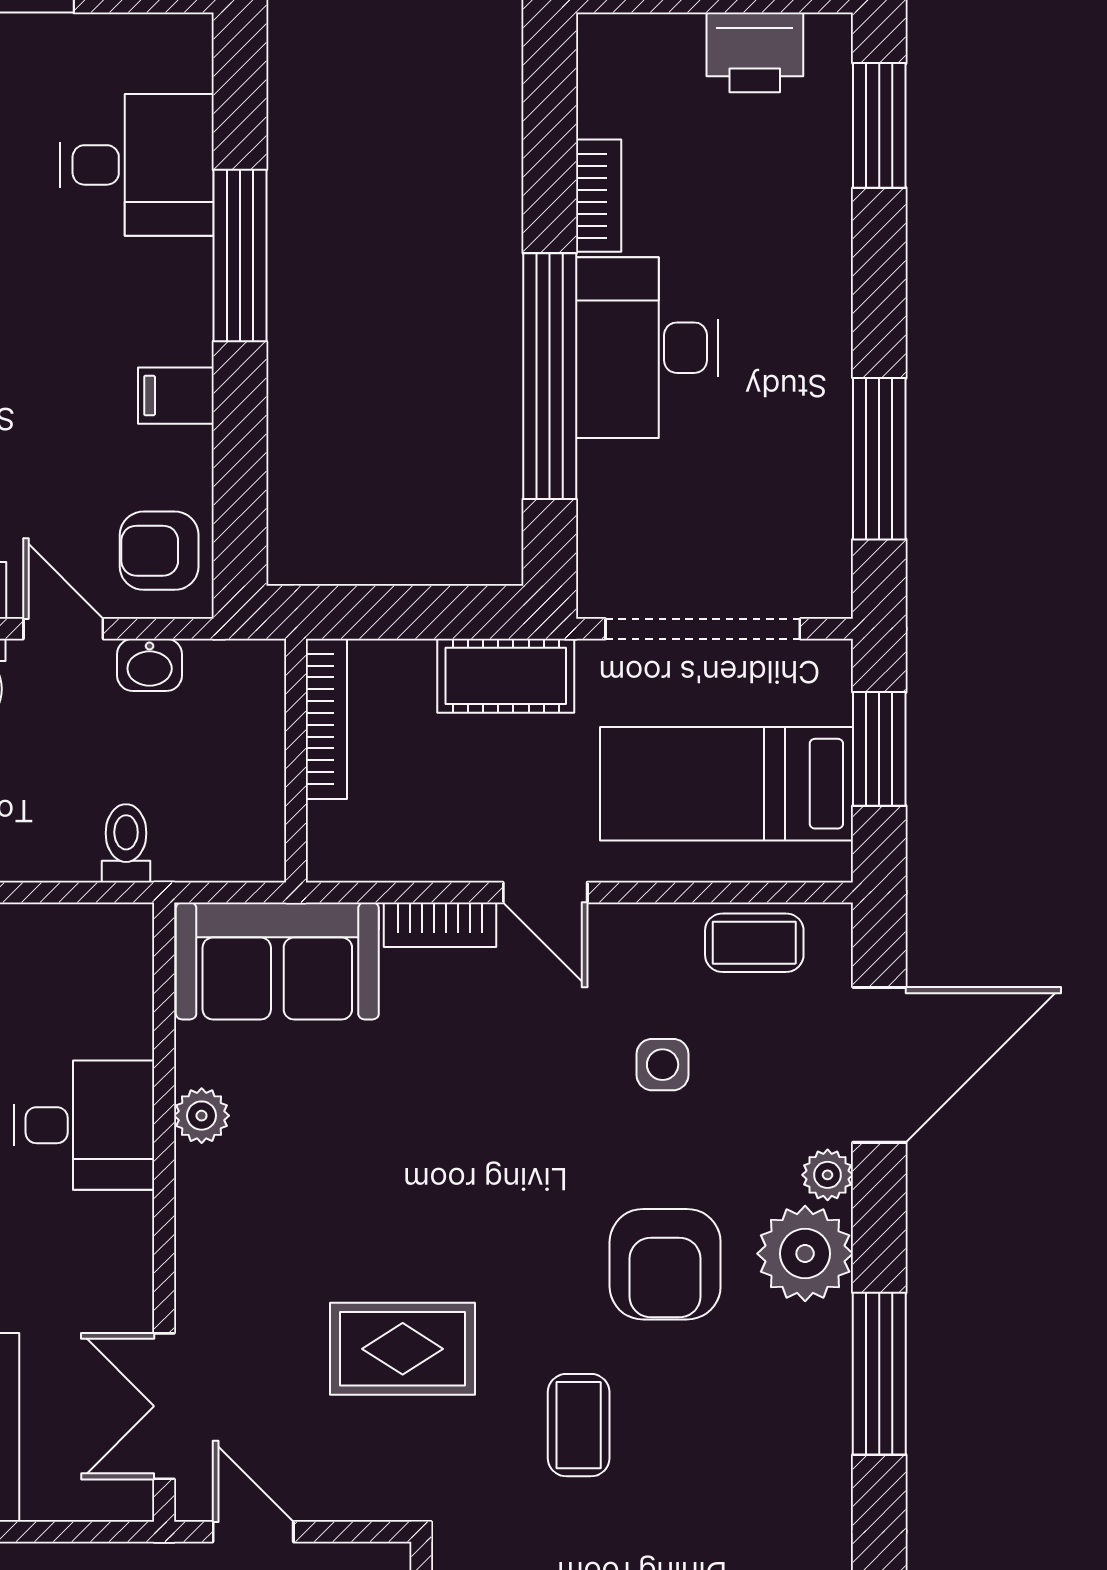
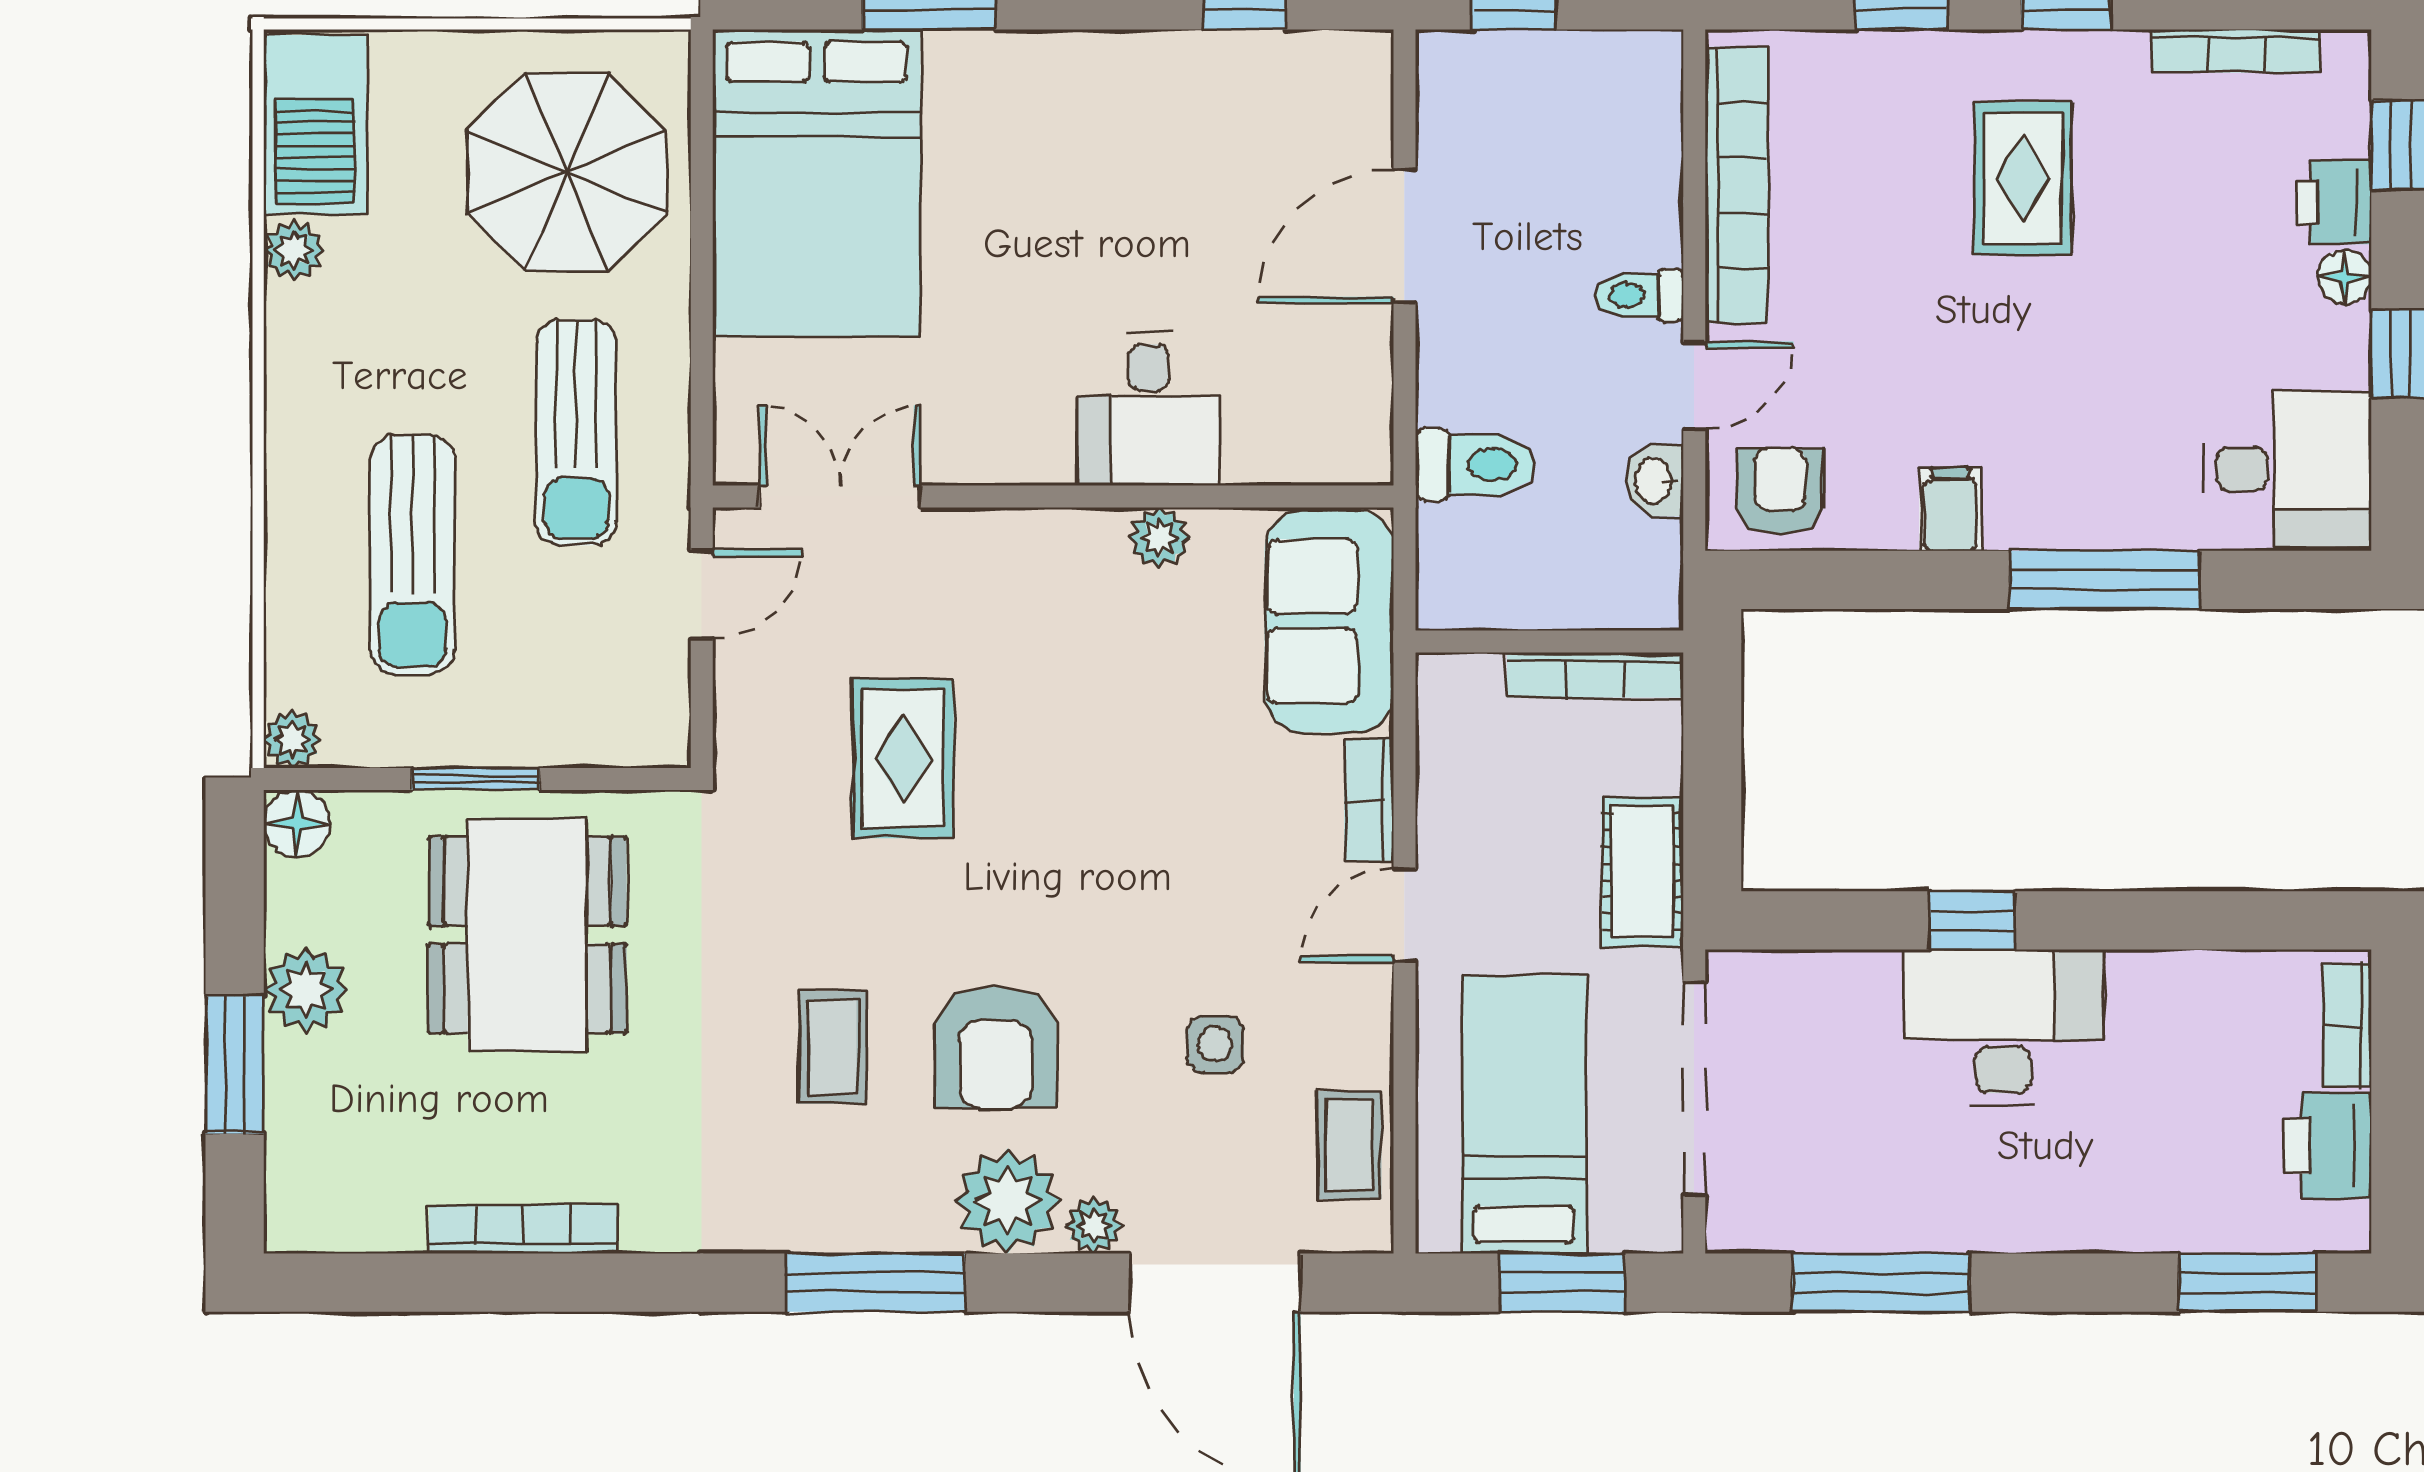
desk: (137, 165) -> (2287, 469), moved, turned -90
bookcase: (599, 196) -> (2347, 1025), moved, turned 90
window: (550, 376) -> (1972, 920), width x0.32
toilet: (126, 843) -> (1475, 465), width x1.37, depth x1.39
armchair: (665, 1264) -> (996, 1047), turned -90
coffee table: (579, 1425) -> (832, 1047), moved, turned 90

